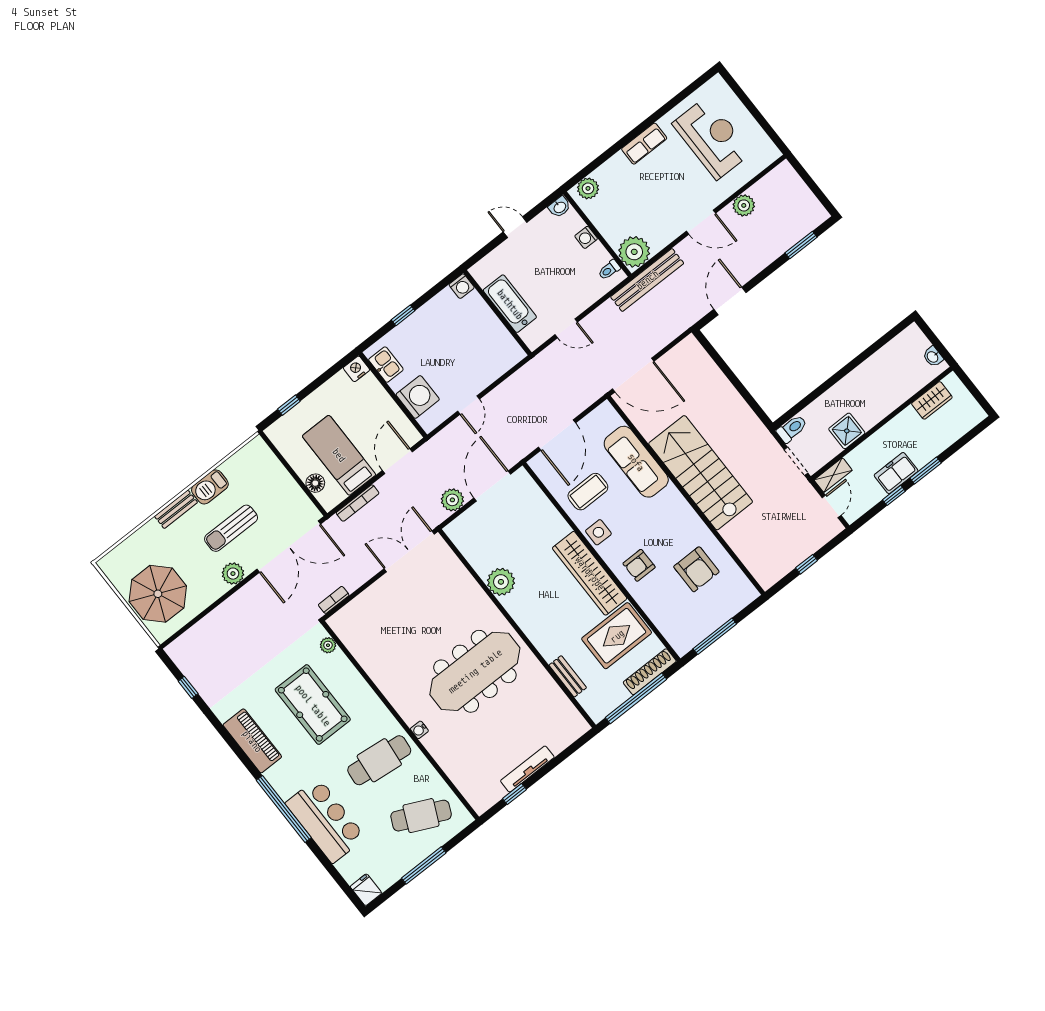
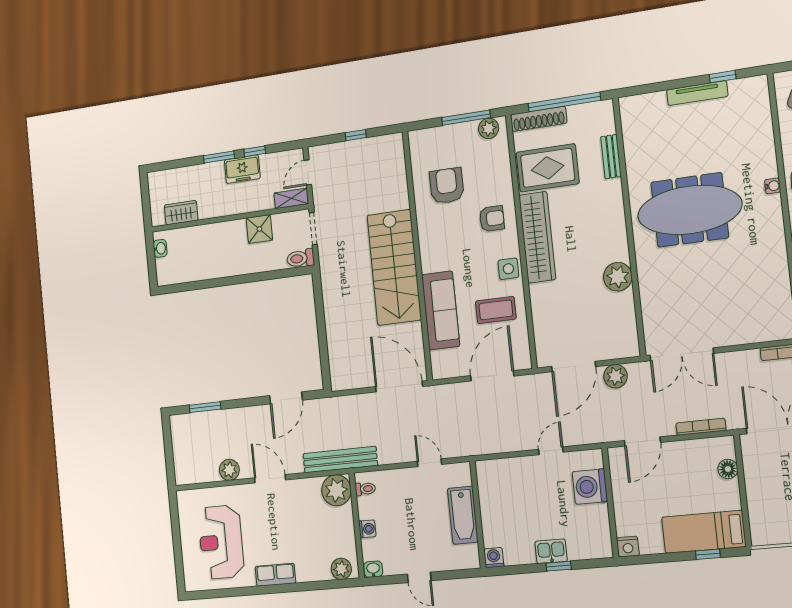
kitchen sink: (386, 365) -> (551, 551), moved, turned 90
bed: (339, 455) -> (704, 532), moved, turned 90
plant: (689, 639) -> (489, 128), added

